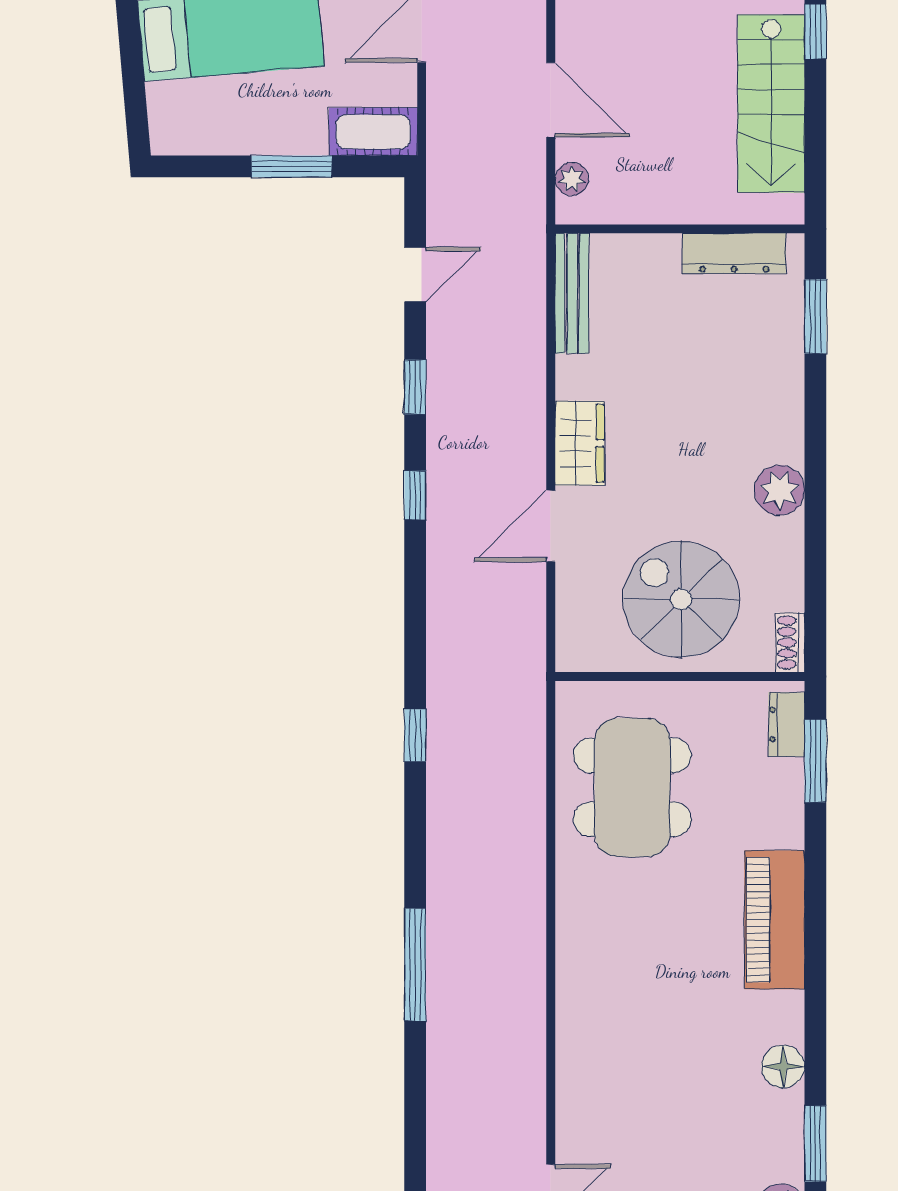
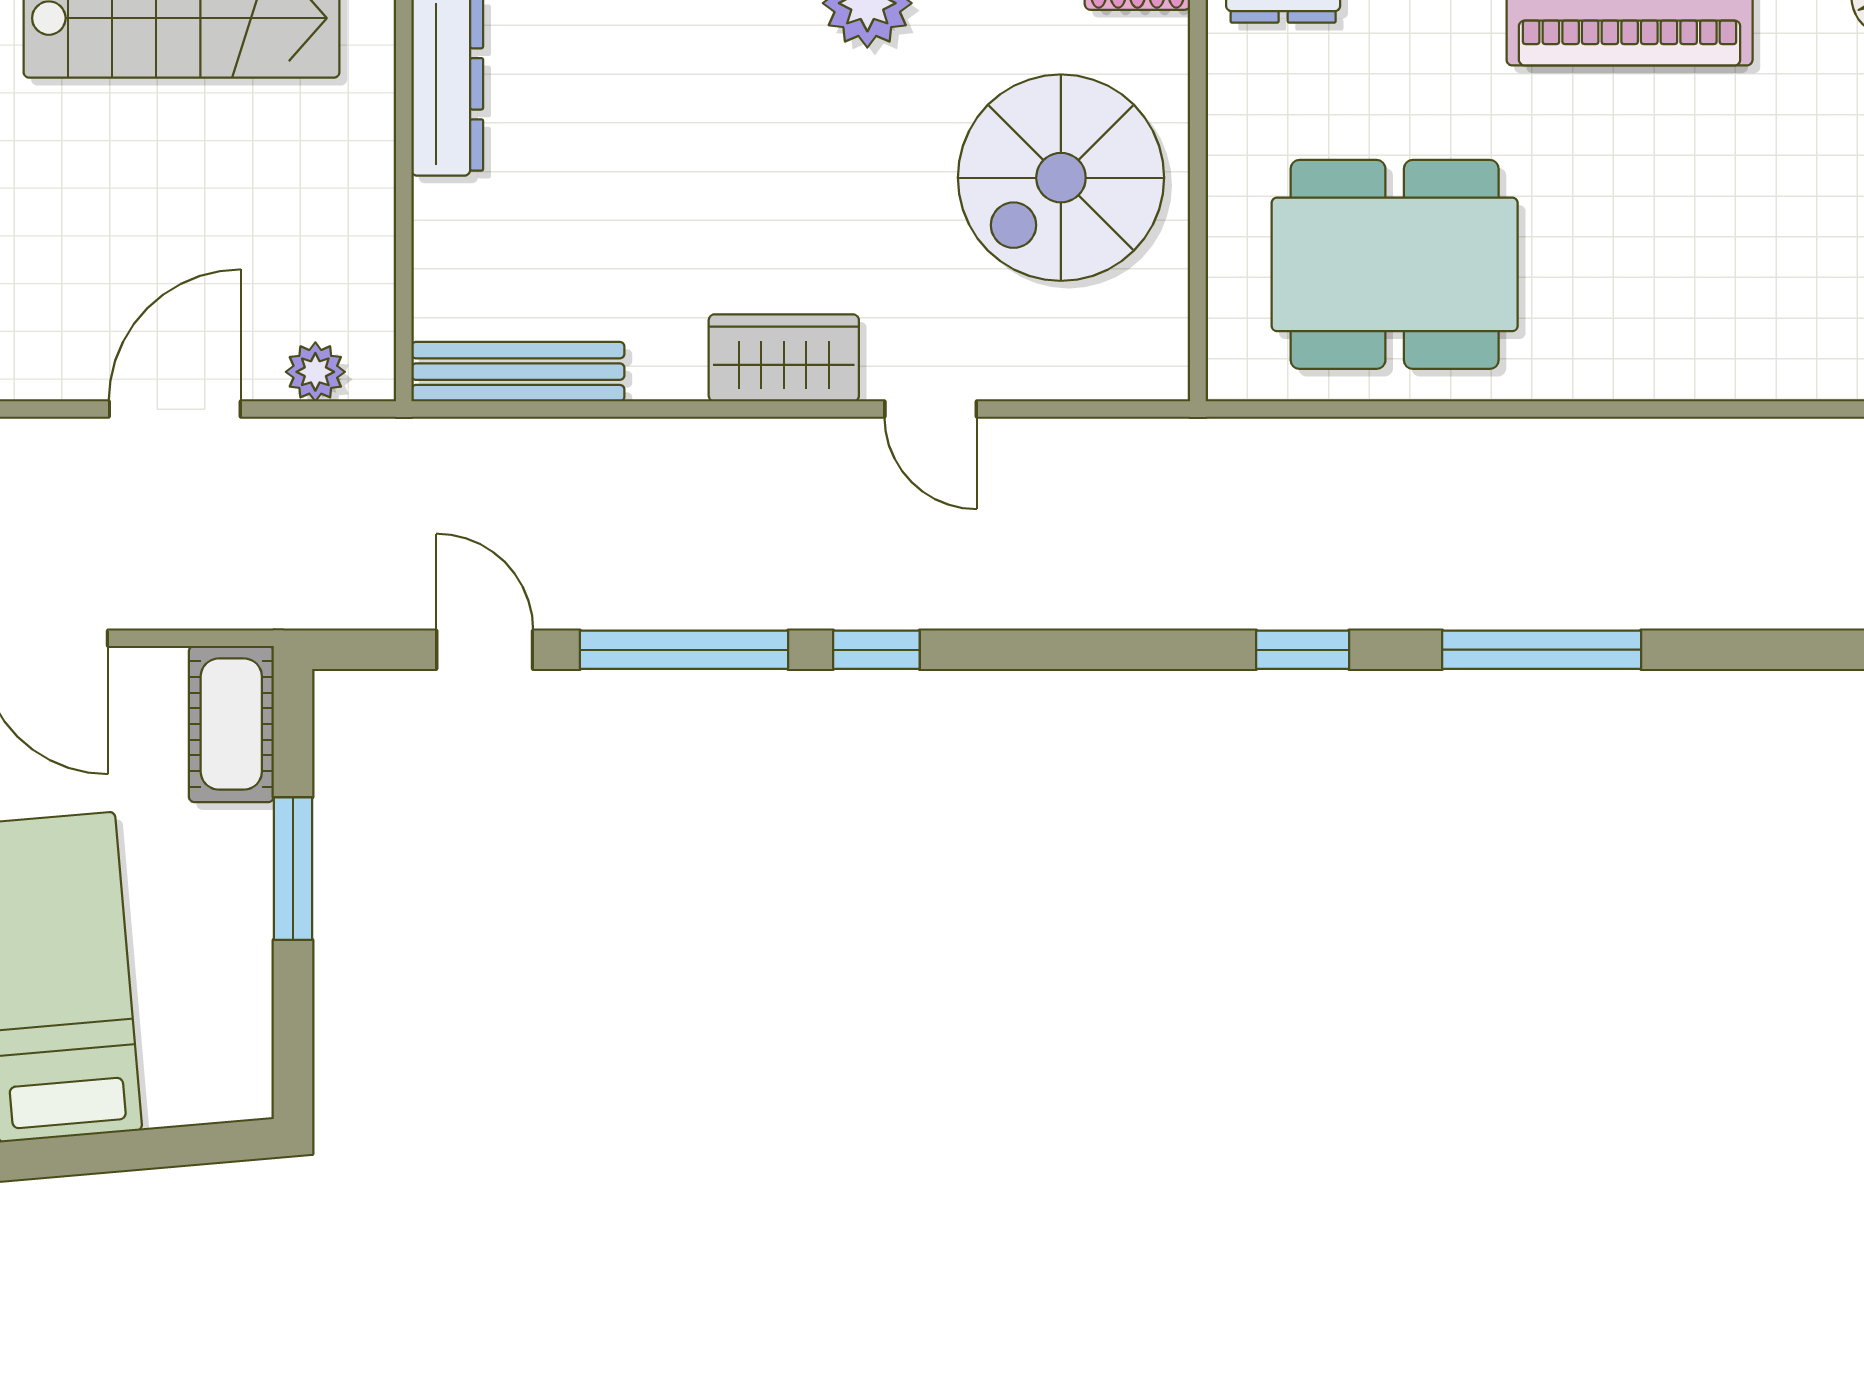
window: (415, 387) -> (684, 650), width x2.17
door: (551, 526) -> (931, 409), width x0.73
window: (415, 965) -> (1542, 650), moved

